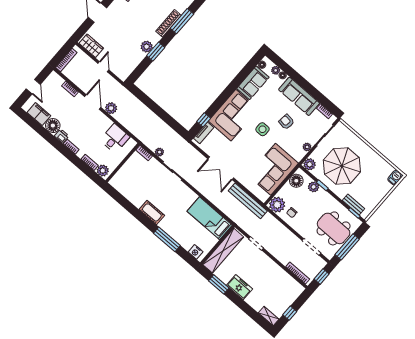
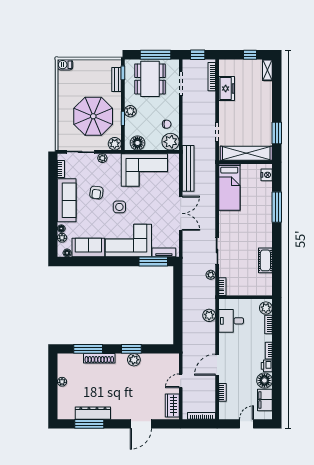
plant: (111, 108) -> (209, 315), moved
window: (204, 120) -> (153, 261), width x2.17
plant: (314, 187) -> (130, 111), moved
cot: (152, 212) -> (265, 260), moved
freezer: (240, 287) -> (227, 89), moved, turned 180

